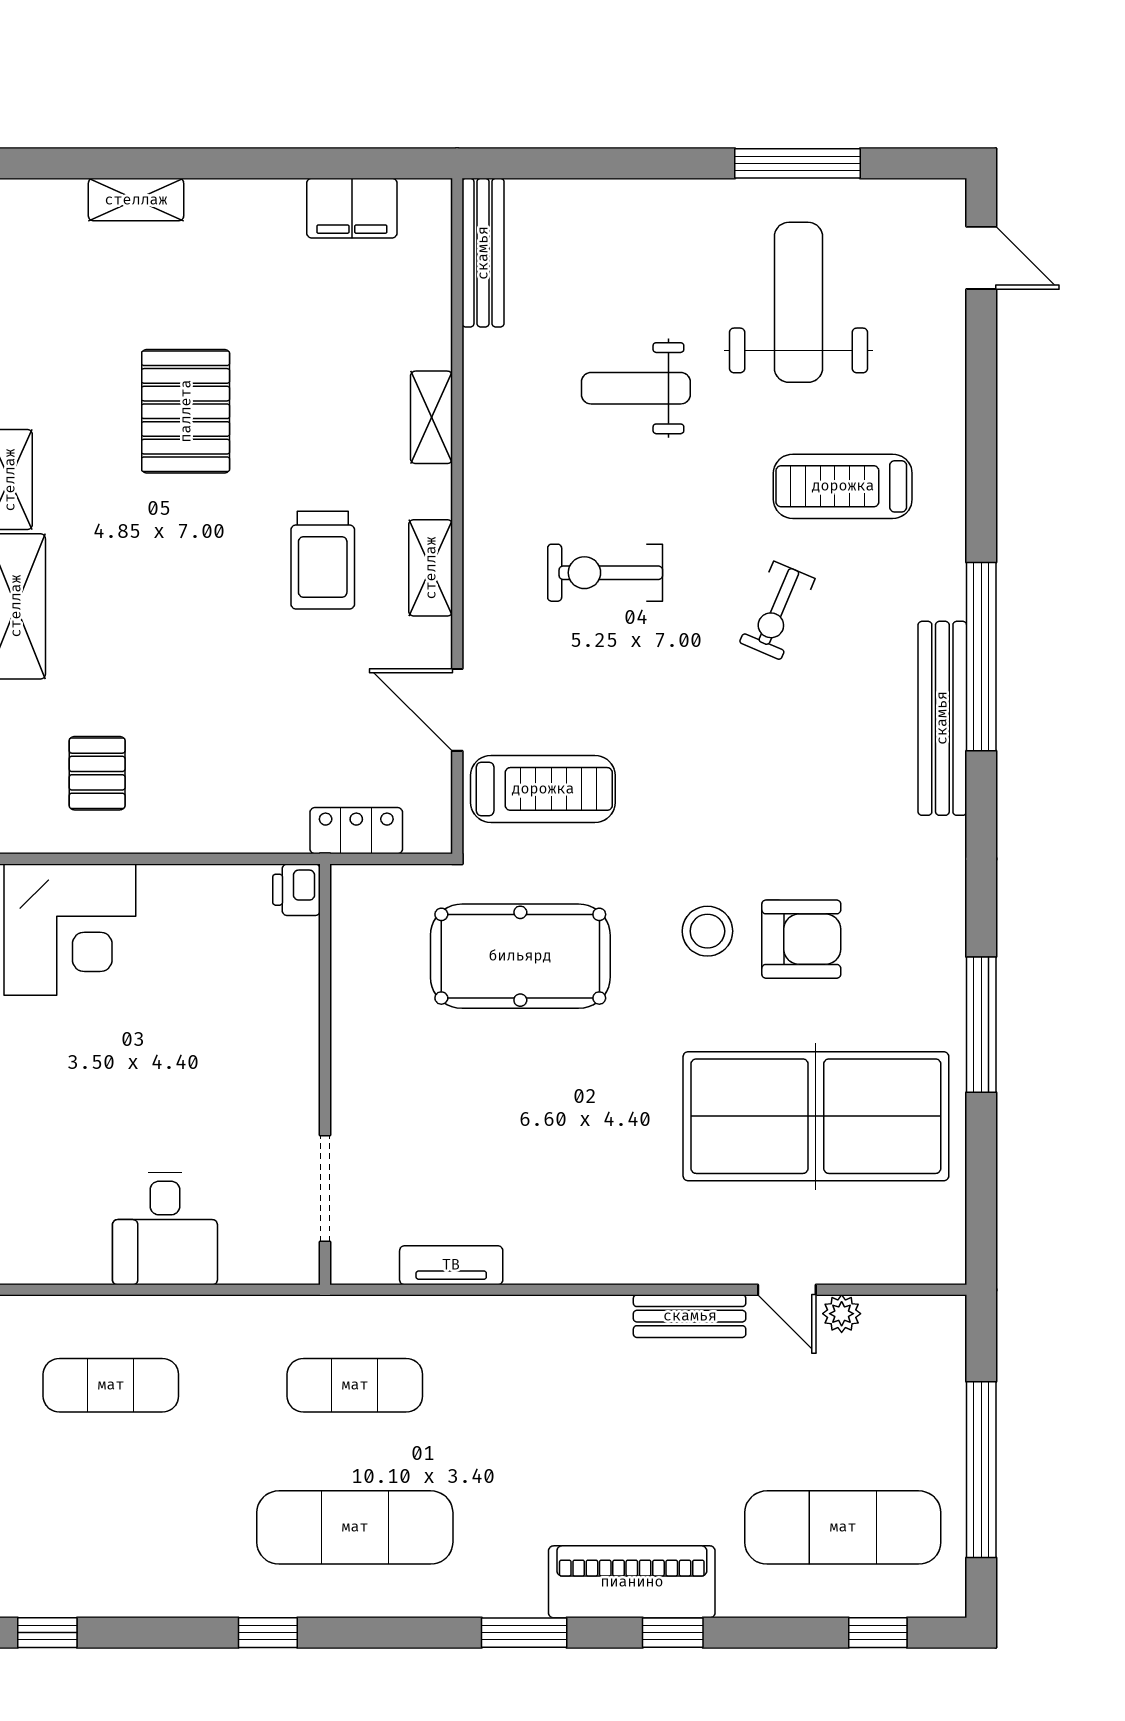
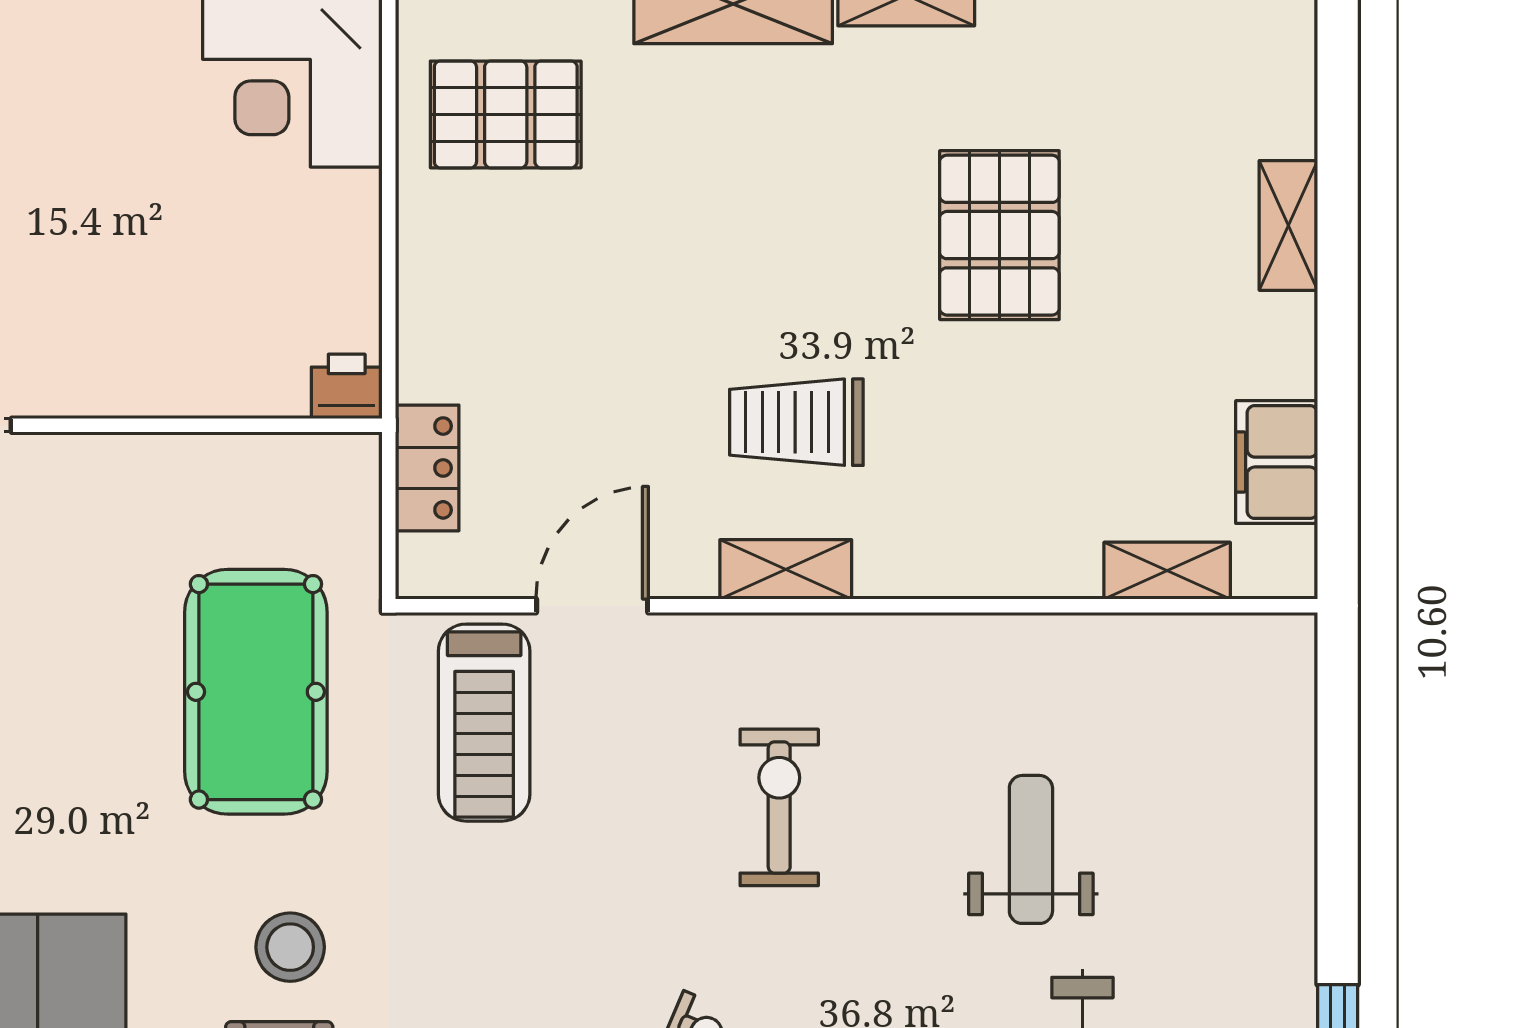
shelving: (136, 200) -> (1288, 225), moved
bench: (483, 253) -> (1216, 641), removed
pallet: (186, 411) -> (999, 235), turned 90
shelving: (431, 417) -> (1167, 571), moved
pallet: (97, 773) -> (506, 114), width x1.50, depth x1.42

